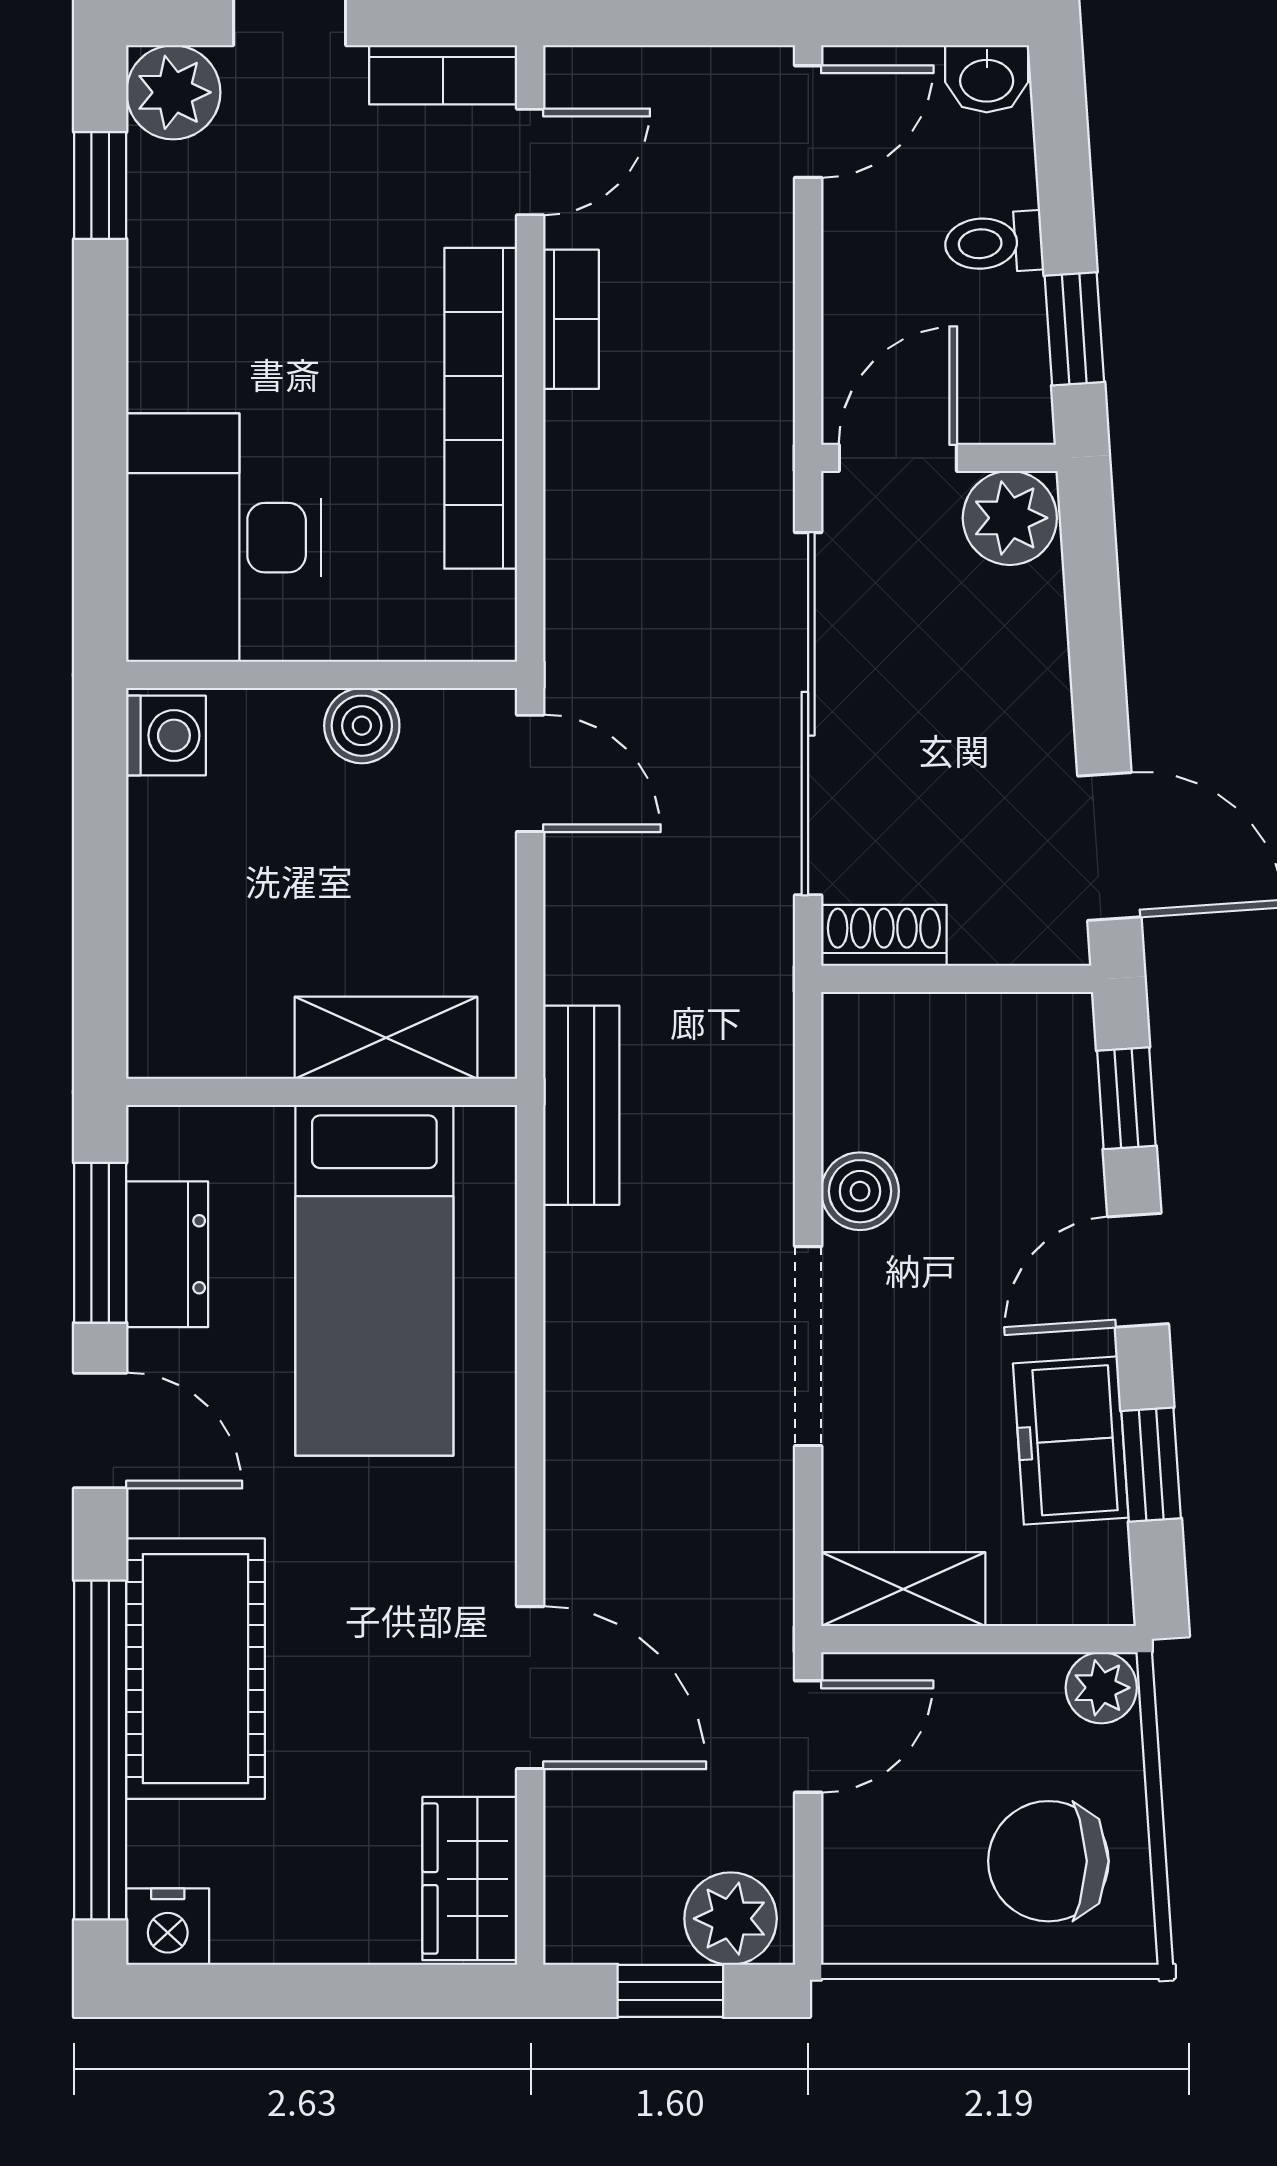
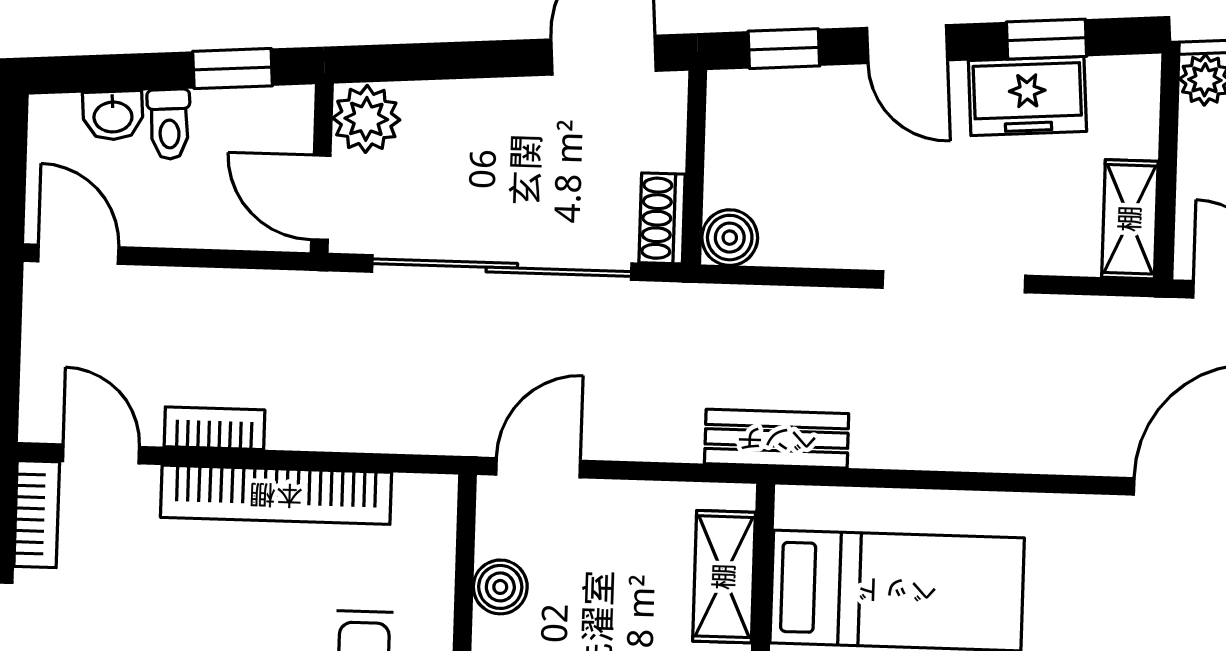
washbasin: (987, 79) -> (113, 116), moved, turned 86
boiler: (860, 1191) -> (730, 238), moved

